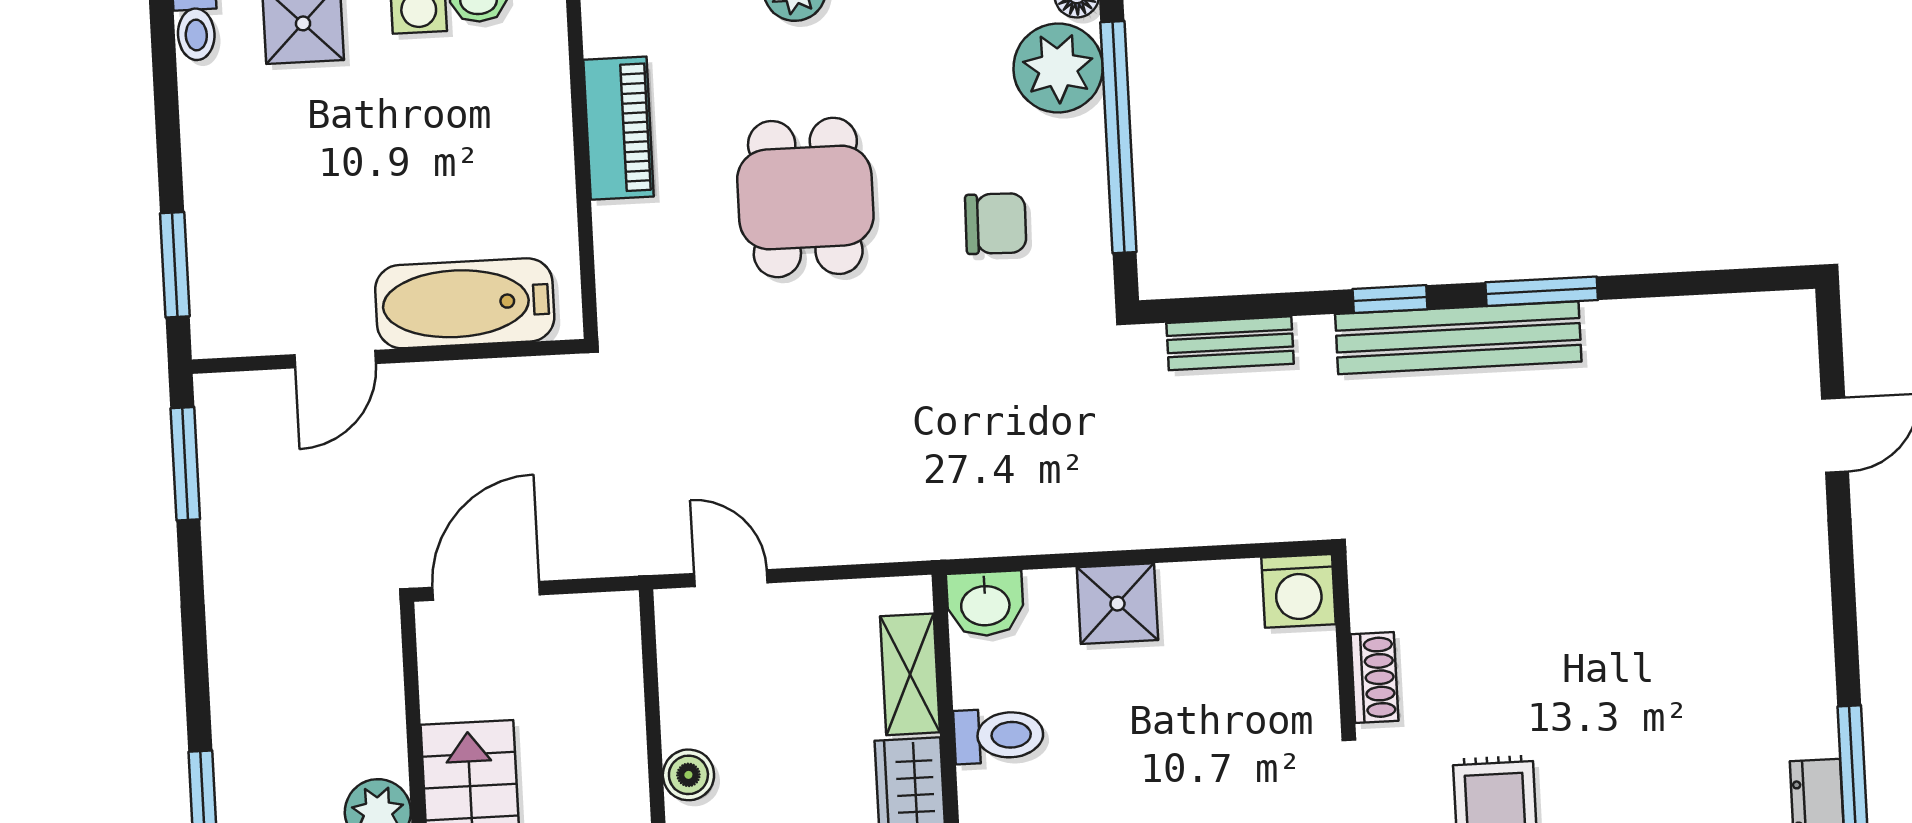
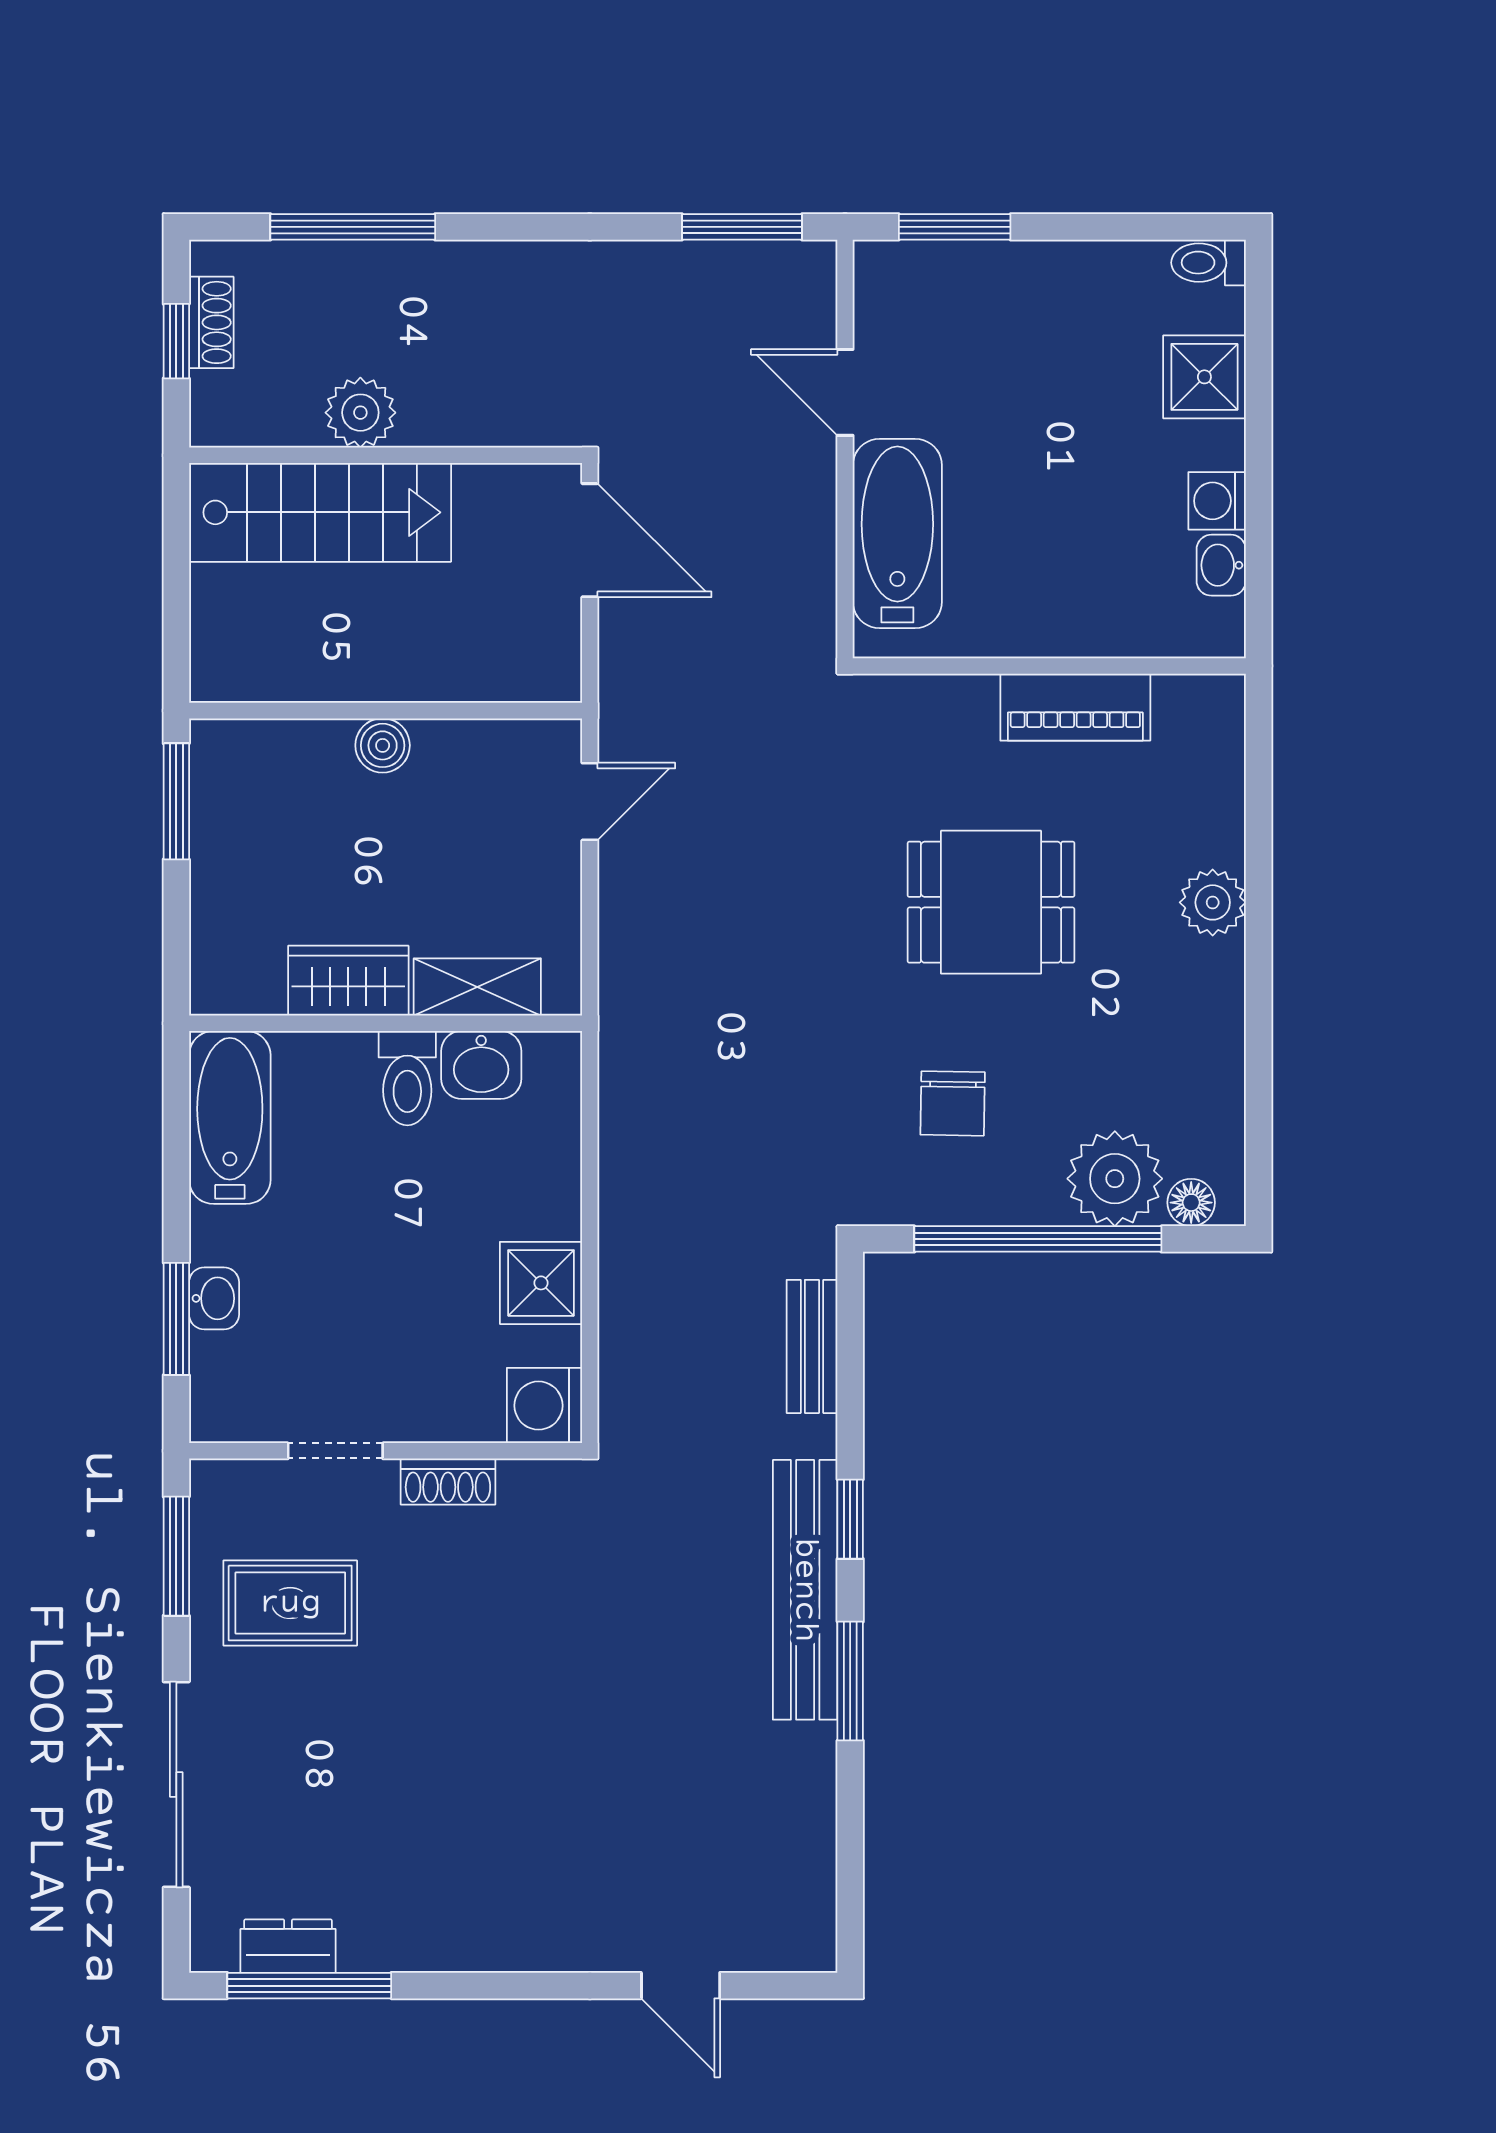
washbasin: (985, 604) -> (481, 1065), moved, turned -90
shower: (1117, 604) -> (541, 1283), moved

